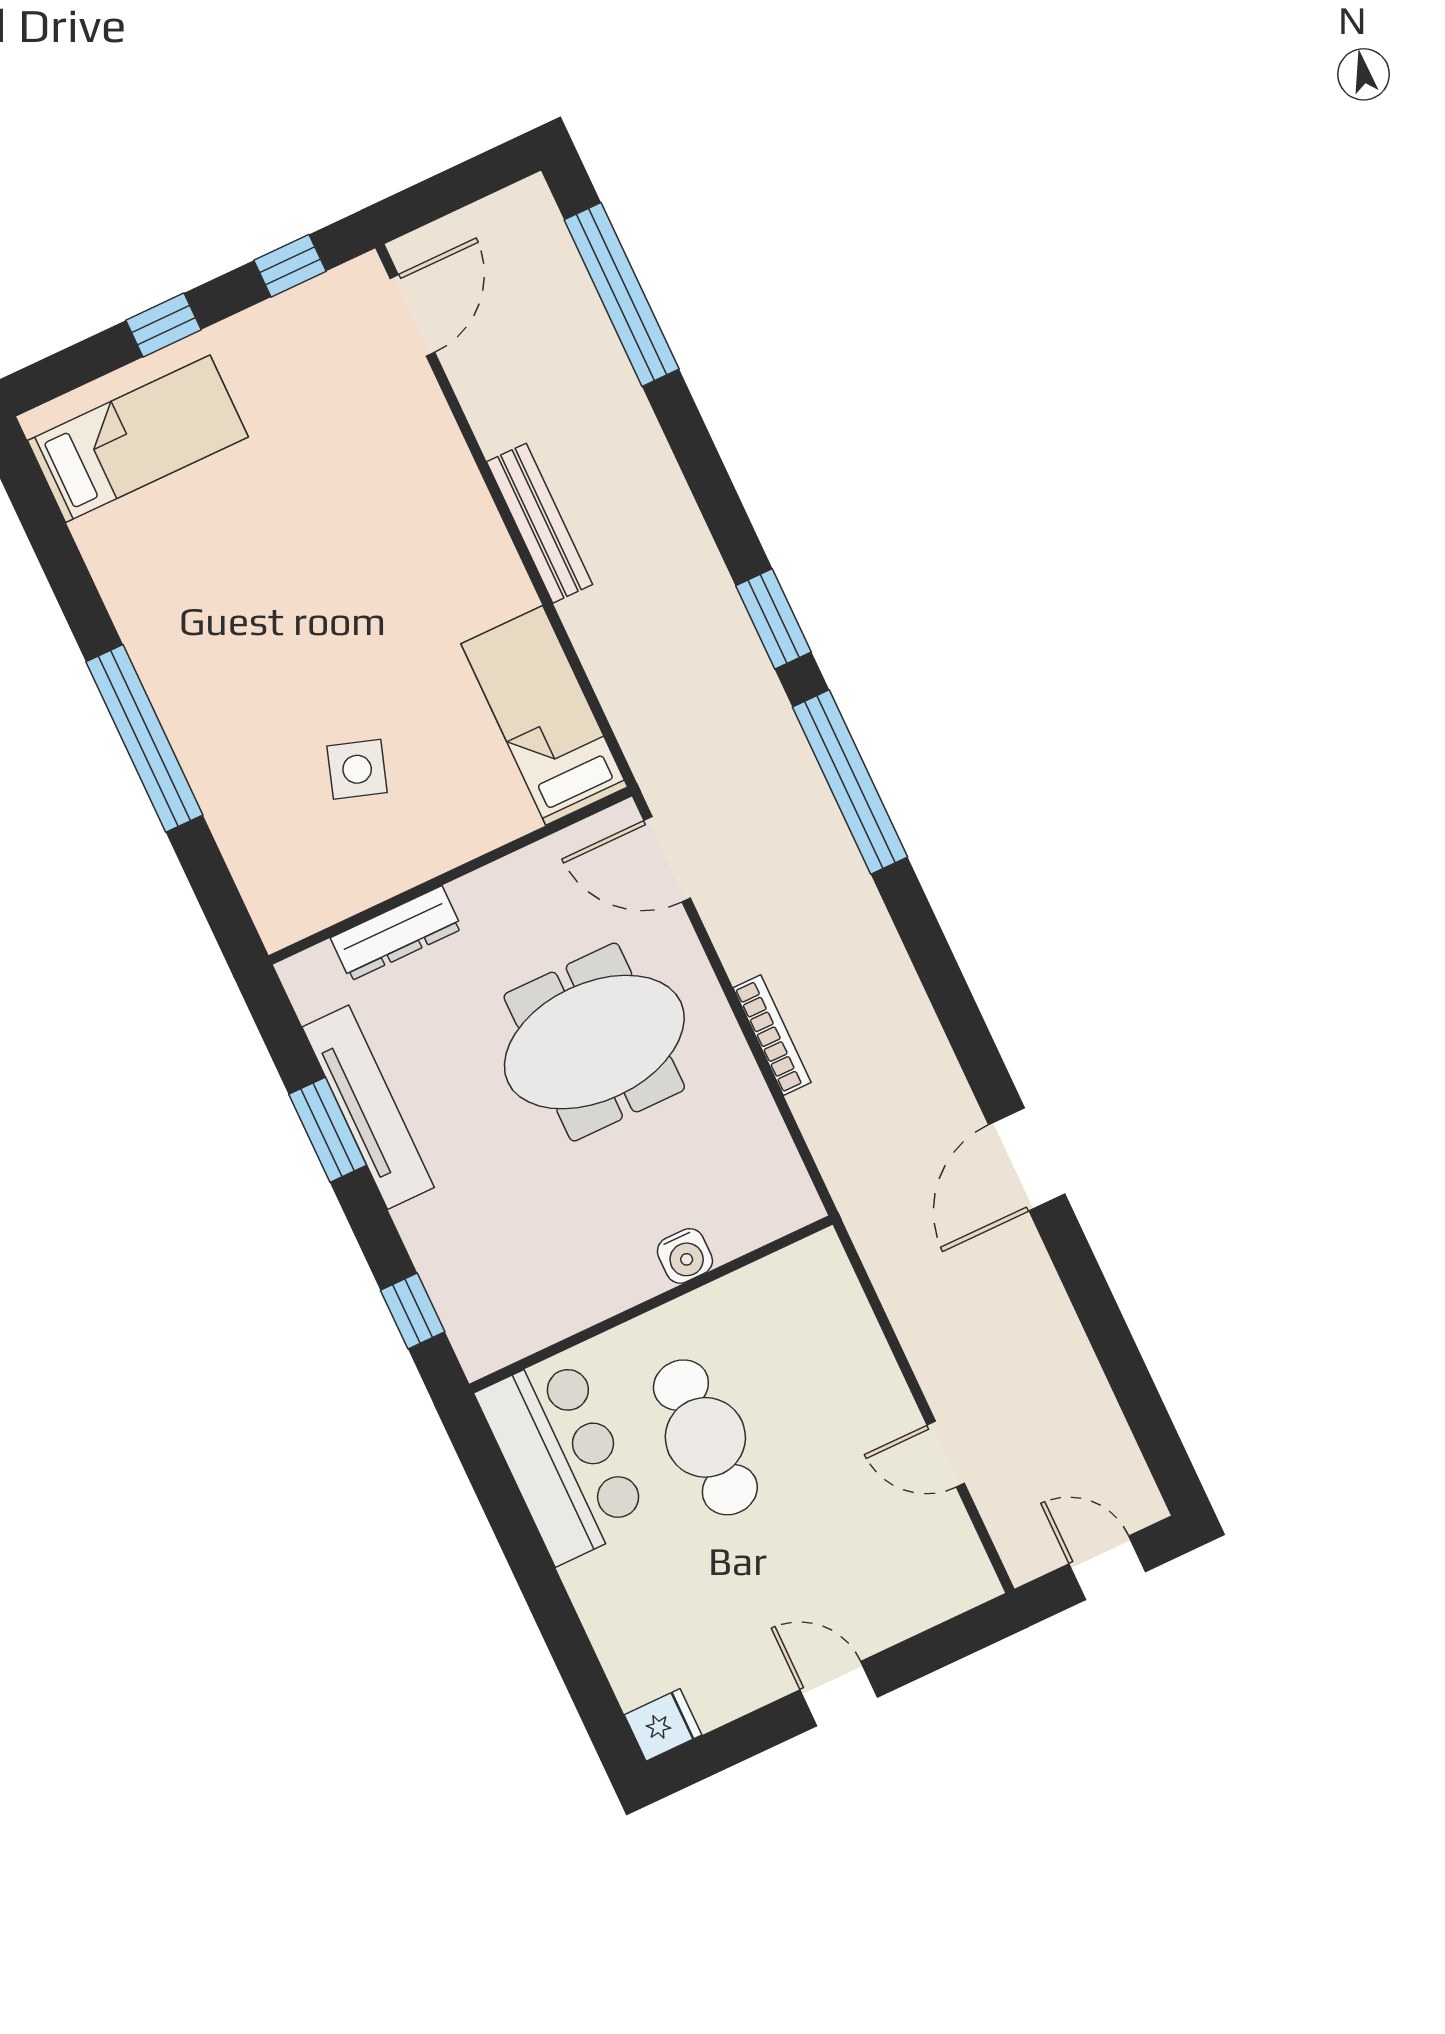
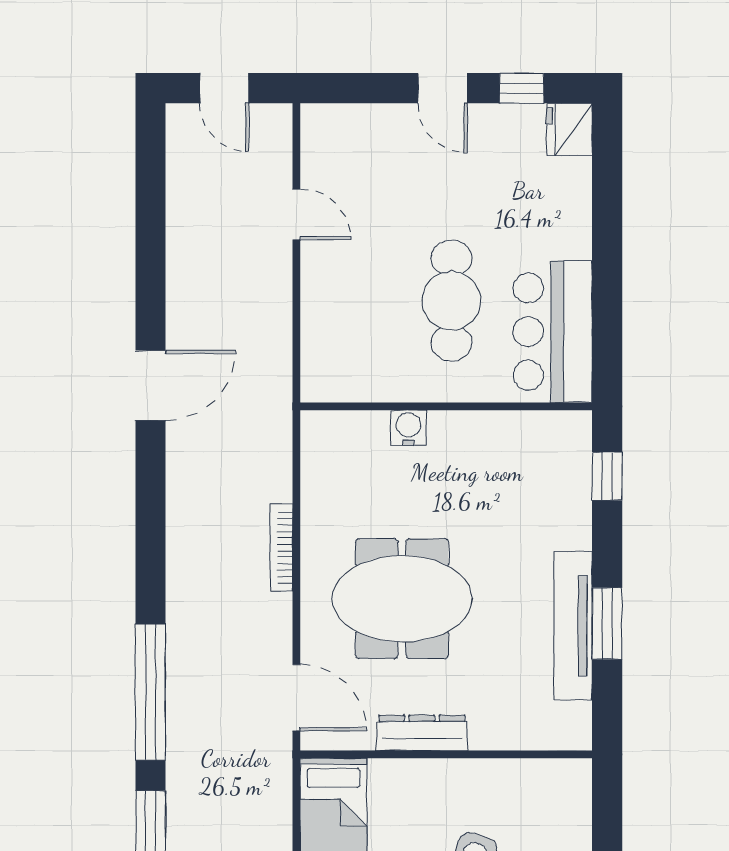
dresser: (396, 933) -> (422, 733), moved
fridge: (663, 1725) -> (569, 130), width x1.38
window: (741, 1739) -> (522, 88), added

